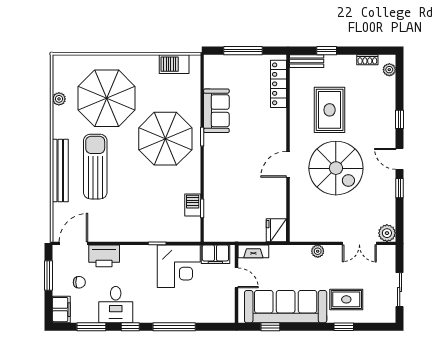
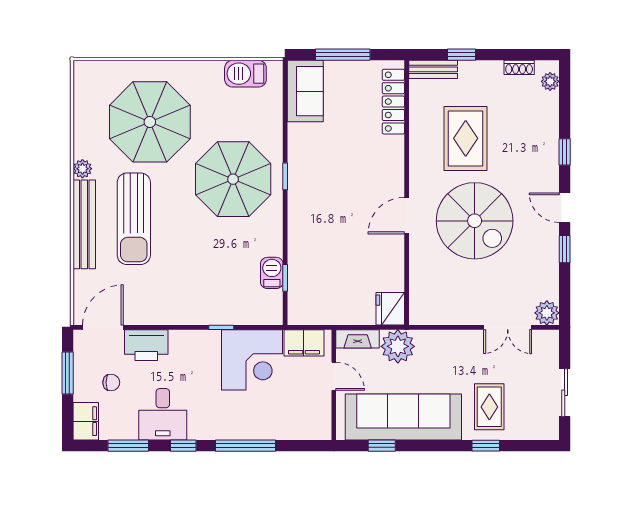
plant: (59, 99) -> (82, 169), moved
sofa: (216, 111) -> (305, 91), moved
sun lounger: (95, 167) -> (134, 219), turned 180
plant: (318, 251) -> (398, 346), moved, width x1.87, depth x1.87
rug: (346, 299) -> (489, 407), turned 90

